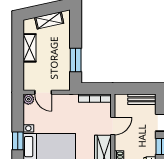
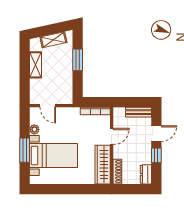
window: (76, 60) -> (78, 60), moved
plant: (28, 99) -> (34, 129), moved
window: (18, 141) -> (25, 150), width x1.50

